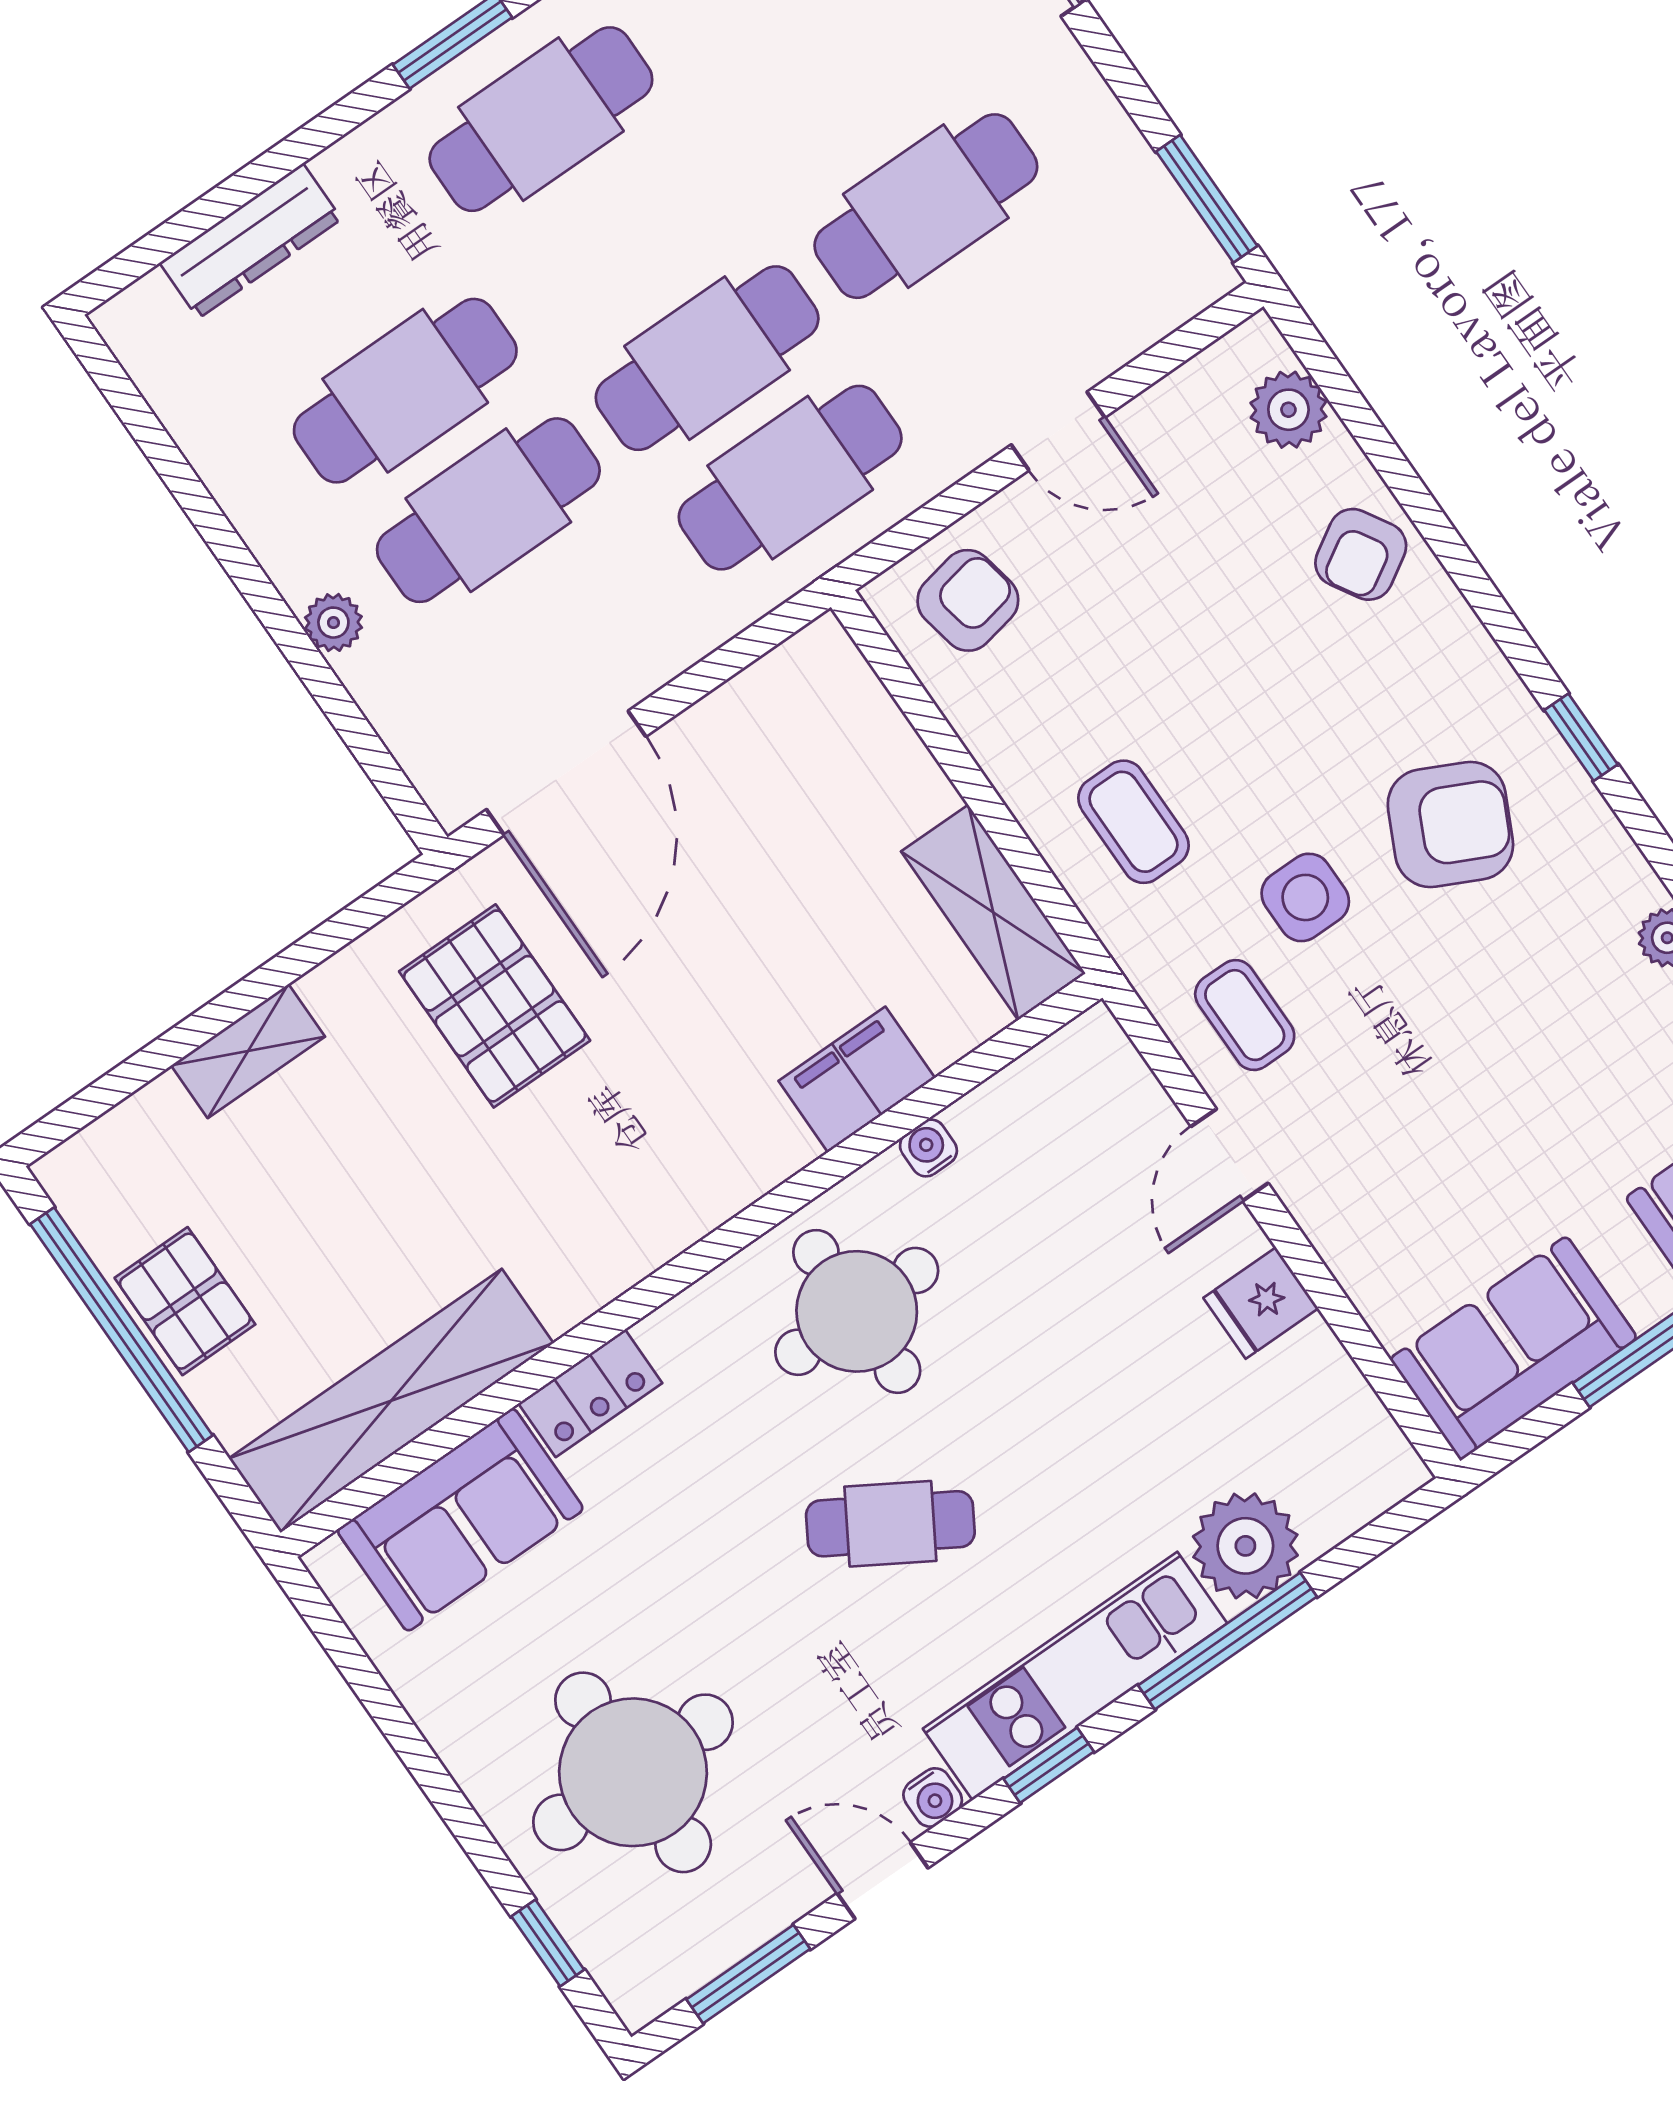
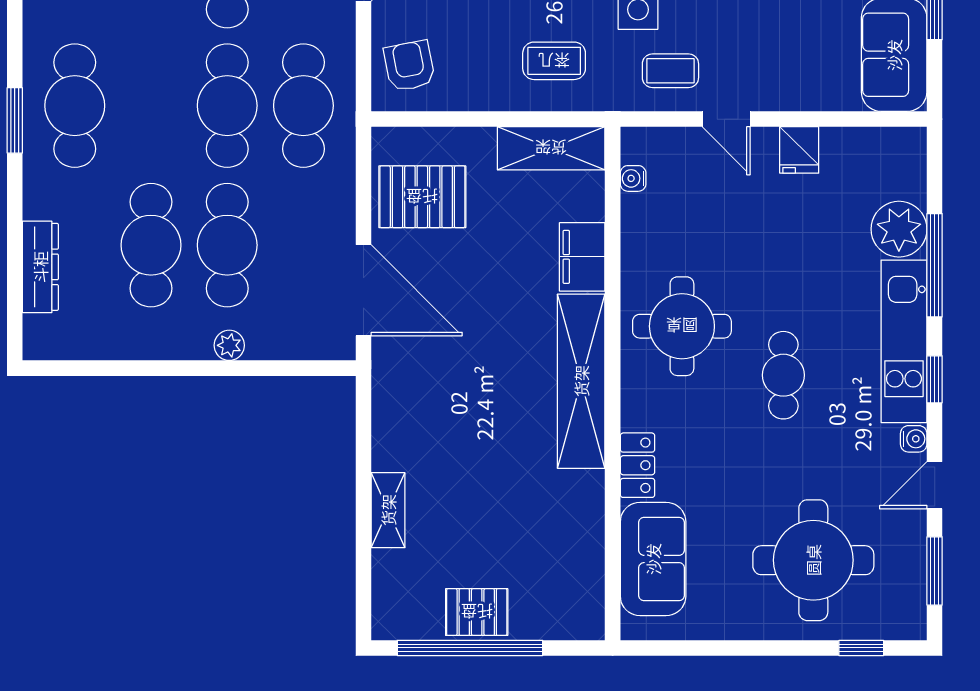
pallet: (495, 1006) -> (422, 197), moved
water cooler: (928, 1148) -> (633, 178), moved
shelving: (391, 1401) -> (581, 381), moved
cafe table: (890, 1524) -> (783, 375), turned -31

